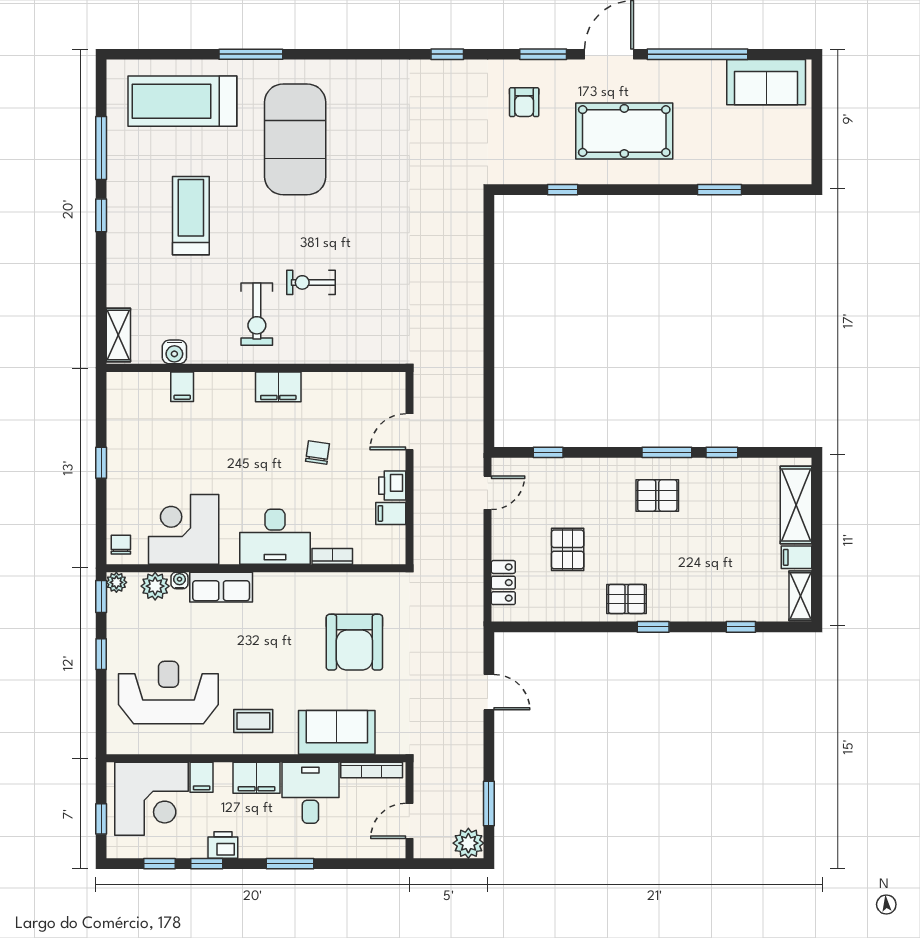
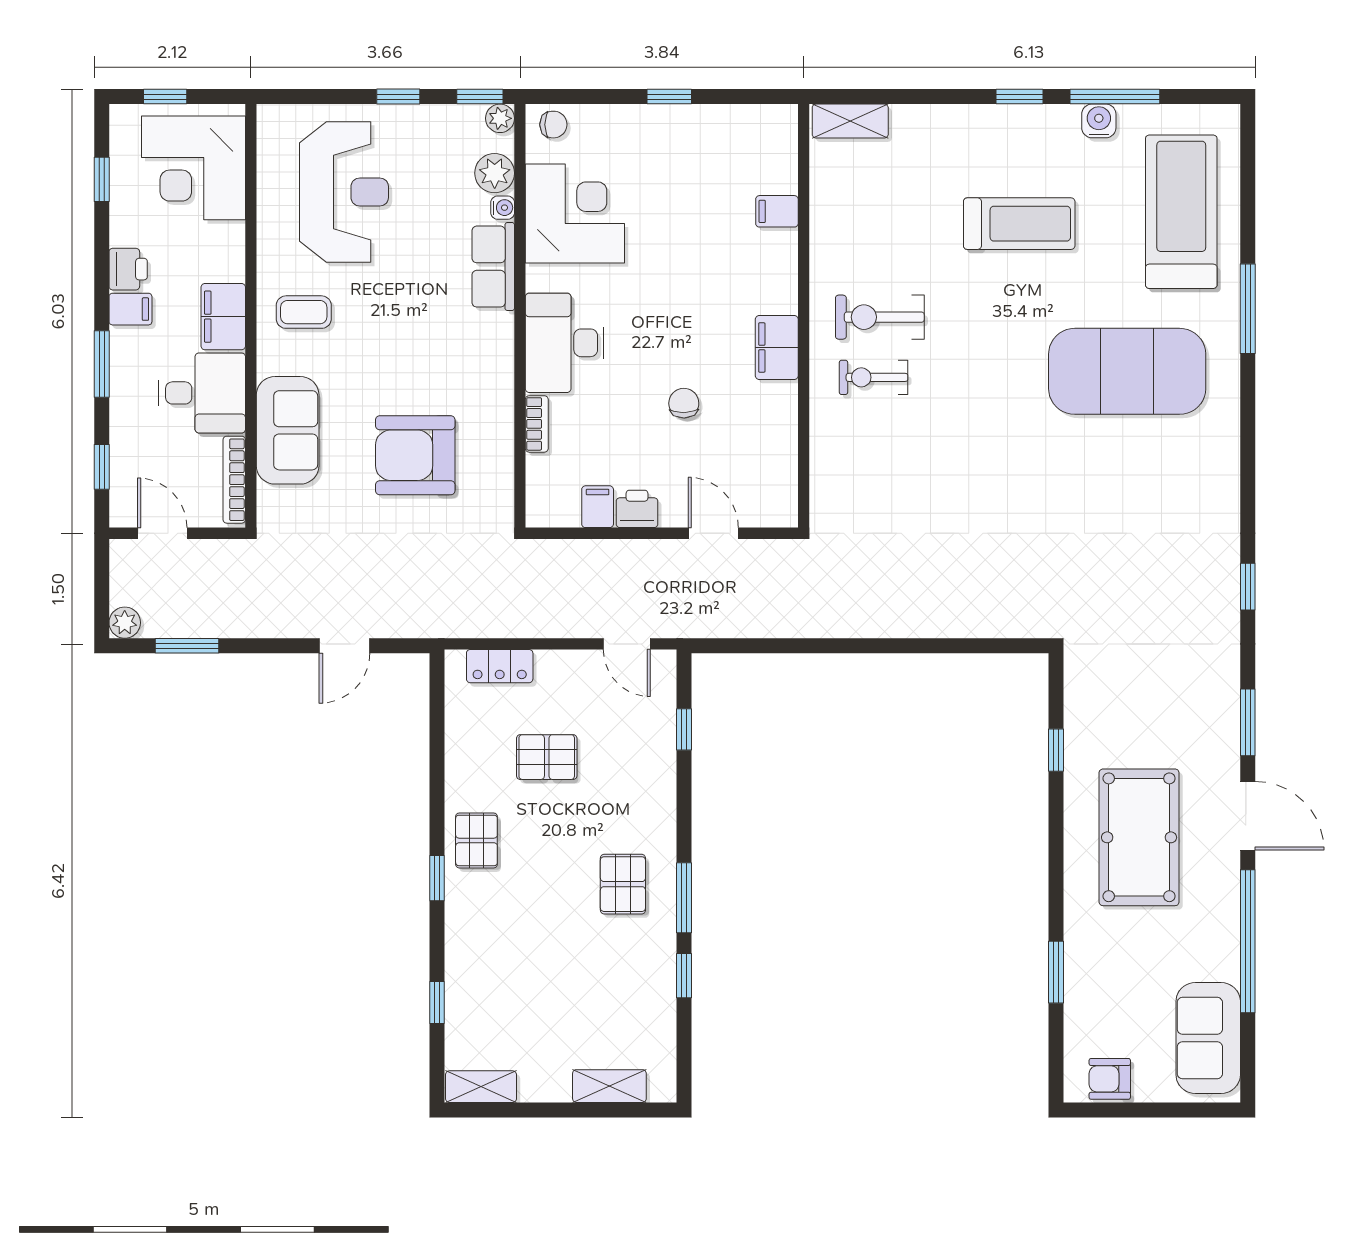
armchair: (524, 102) -> (1110, 1079), moved
exercise bike: (311, 282) -> (874, 377), moved, turned -90
water cooler: (174, 352) -> (1099, 121), moved, turned 90
chair: (318, 452) -> (684, 403), turned -99
shelving: (796, 505) -> (609, 1086), width x0.67, depth x0.75
filing cabinet: (796, 557) -> (535, 1081), removed
coffee table: (253, 721) -> (304, 312), turned 90
filing cabinet: (202, 777) -> (130, 309), moved, turned 180
plant: (468, 843) -> (125, 623), width x0.73, depth x0.73
window: (207, 864) -> (102, 467), moved

